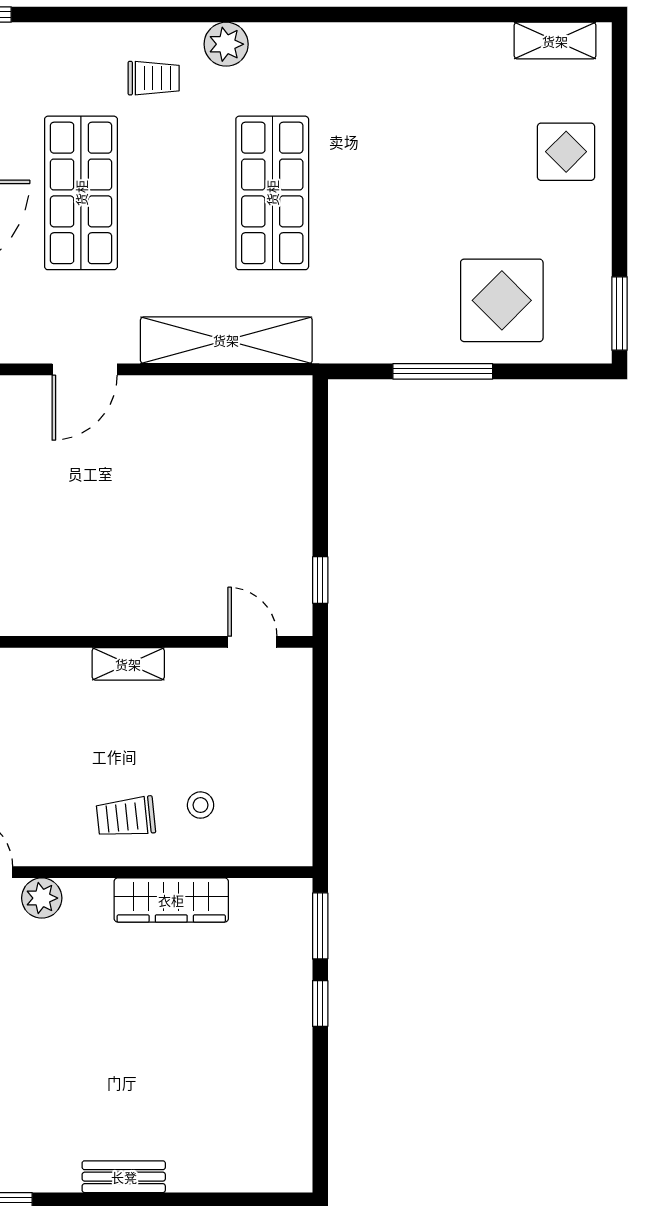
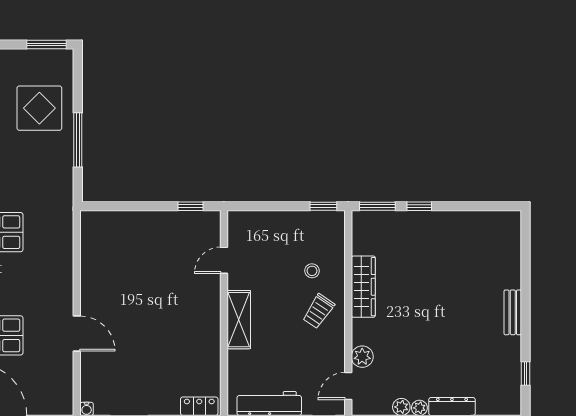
shelving: (226, 340) -> (61, 257), removed
door: (252, 642) -> (224, 260), moved
shelving: (128, 664) -> (239, 320), width x1.50, depth x1.33
trolley: (126, 817) -> (318, 311), turned 40
window: (320, 826) -> (323, 206), added

